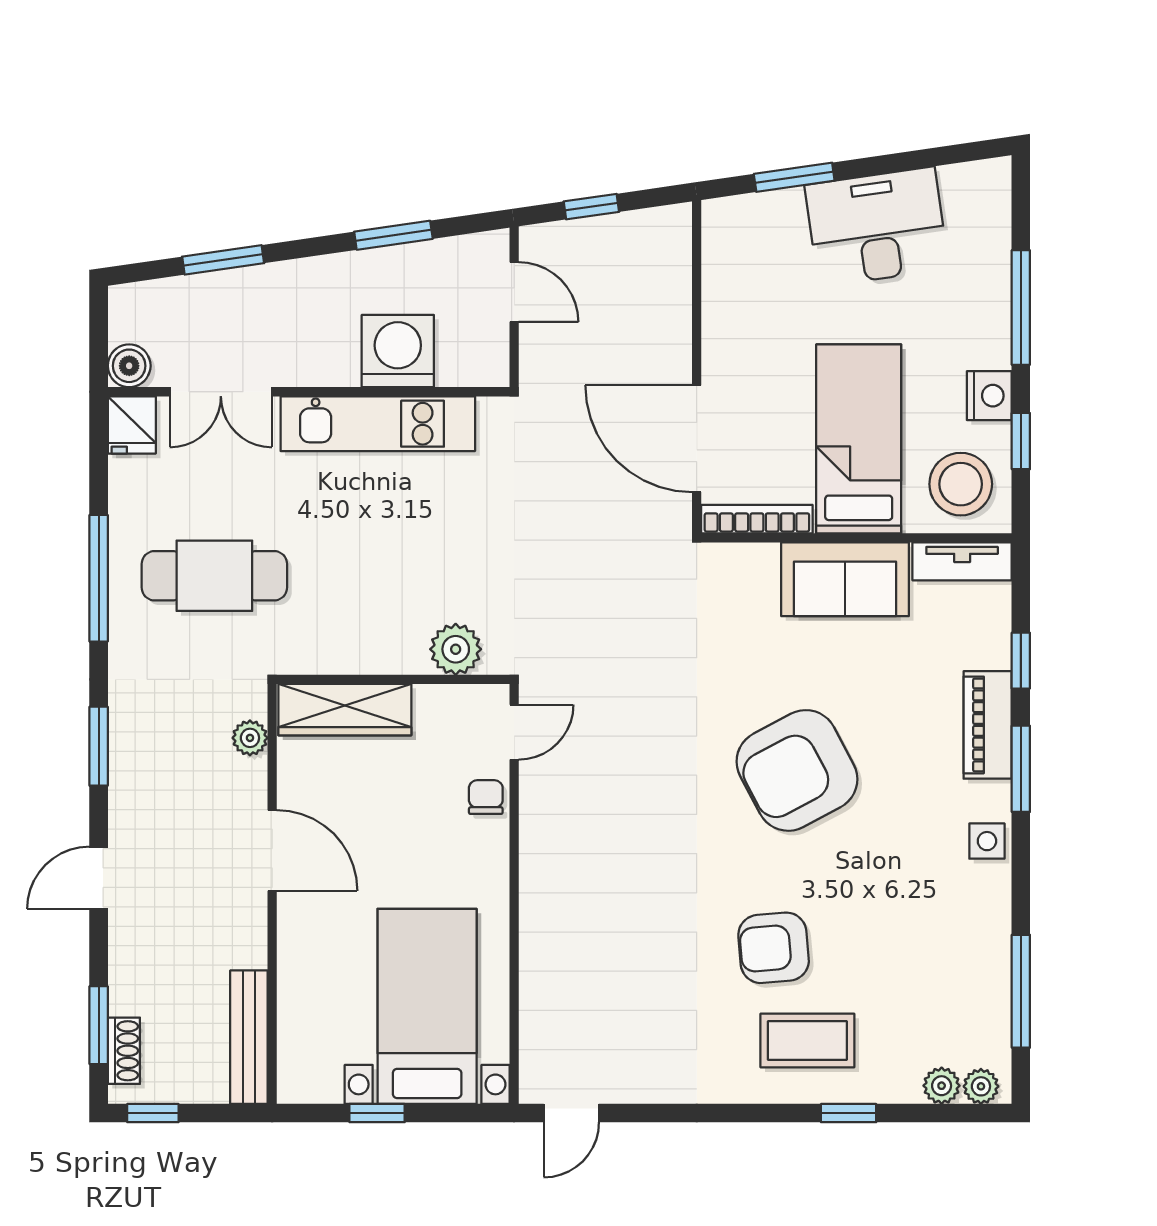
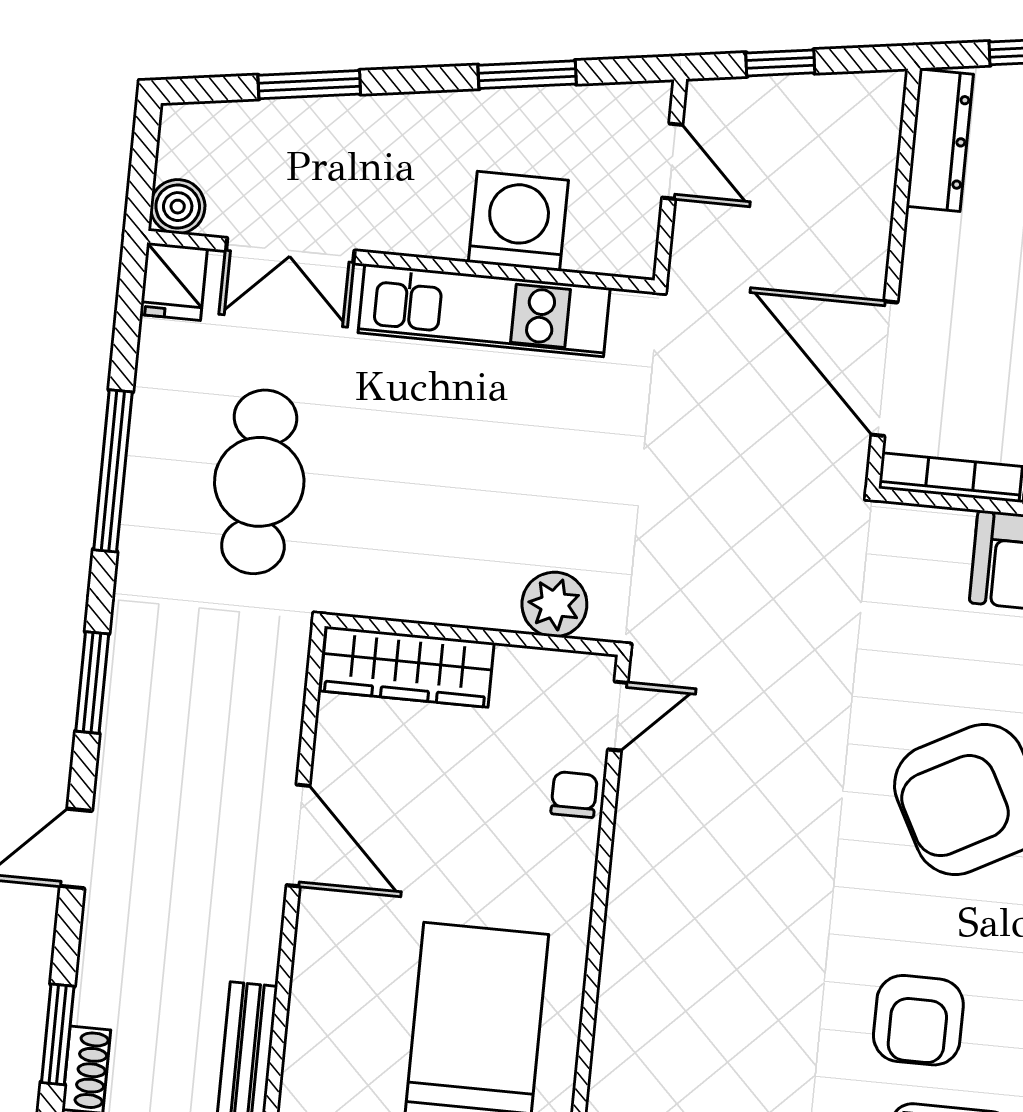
dresser: (723, 255) -> (940, 140), added
cafe table: (214, 576) -> (259, 482), turned 90
plant: (250, 738) -> (284, 691), removed
armchair: (774, 948) -> (918, 1020), turned -85

